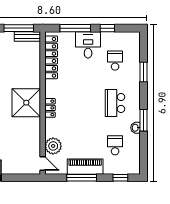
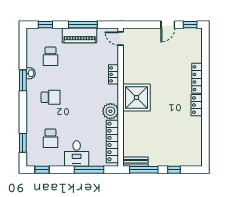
window: (107, 28) -> (42, 170), moved
window: (144, 72) -> (23, 143), moved
school desk: (115, 103) -> (50, 97), width x0.54
locker: (50, 108) -> (114, 74), moved
plant: (53, 146) -> (110, 111), moved

